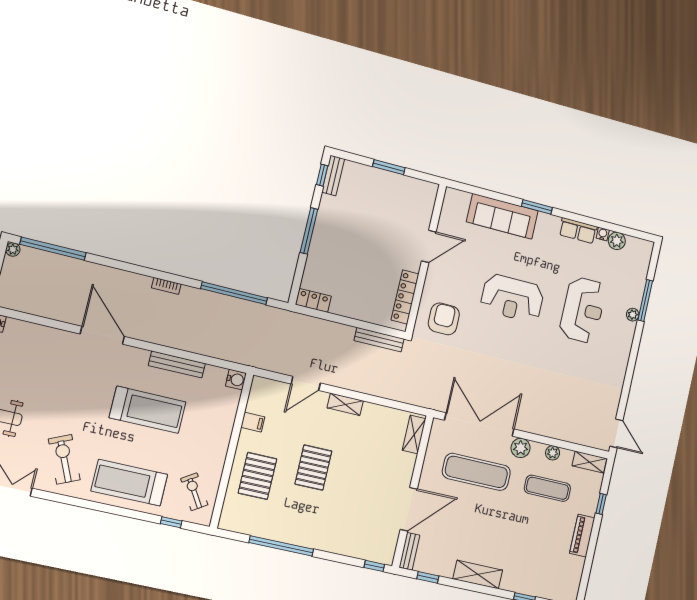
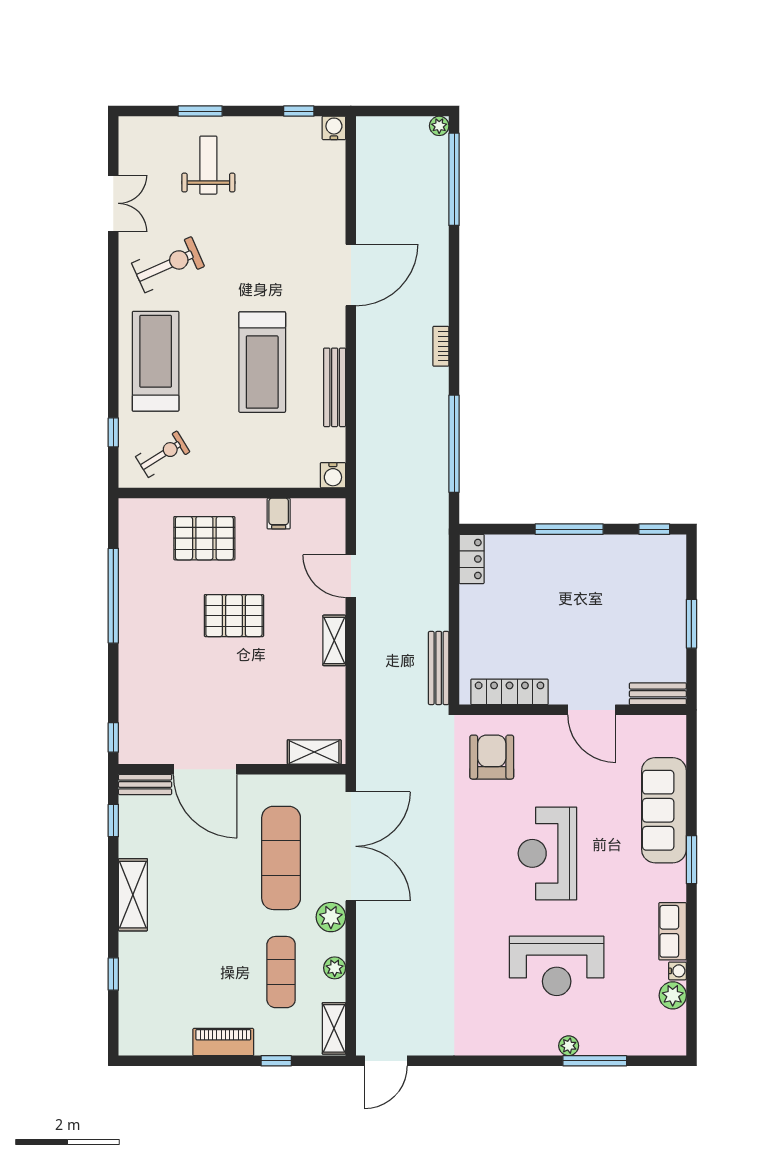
bench: (333, 176) -> (658, 694), moved
armchair: (444, 319) -> (492, 757), turned -90

